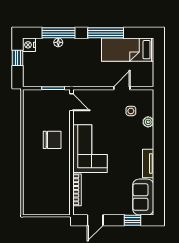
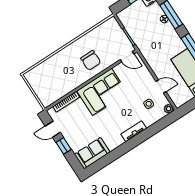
door: (71, 102) -> (127, 57), hinge flipped
plant: (148, 122) -> (169, 109), moved
tv unit: (148, 164) -> (134, 131), moved
window: (133, 220) -> (64, 146), moved

